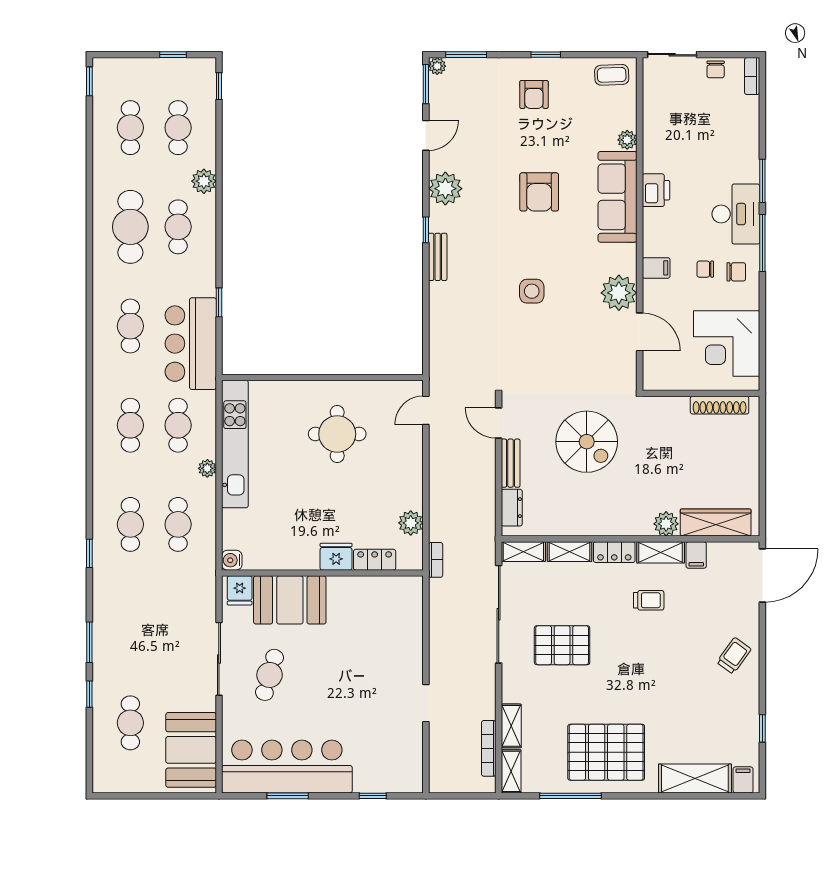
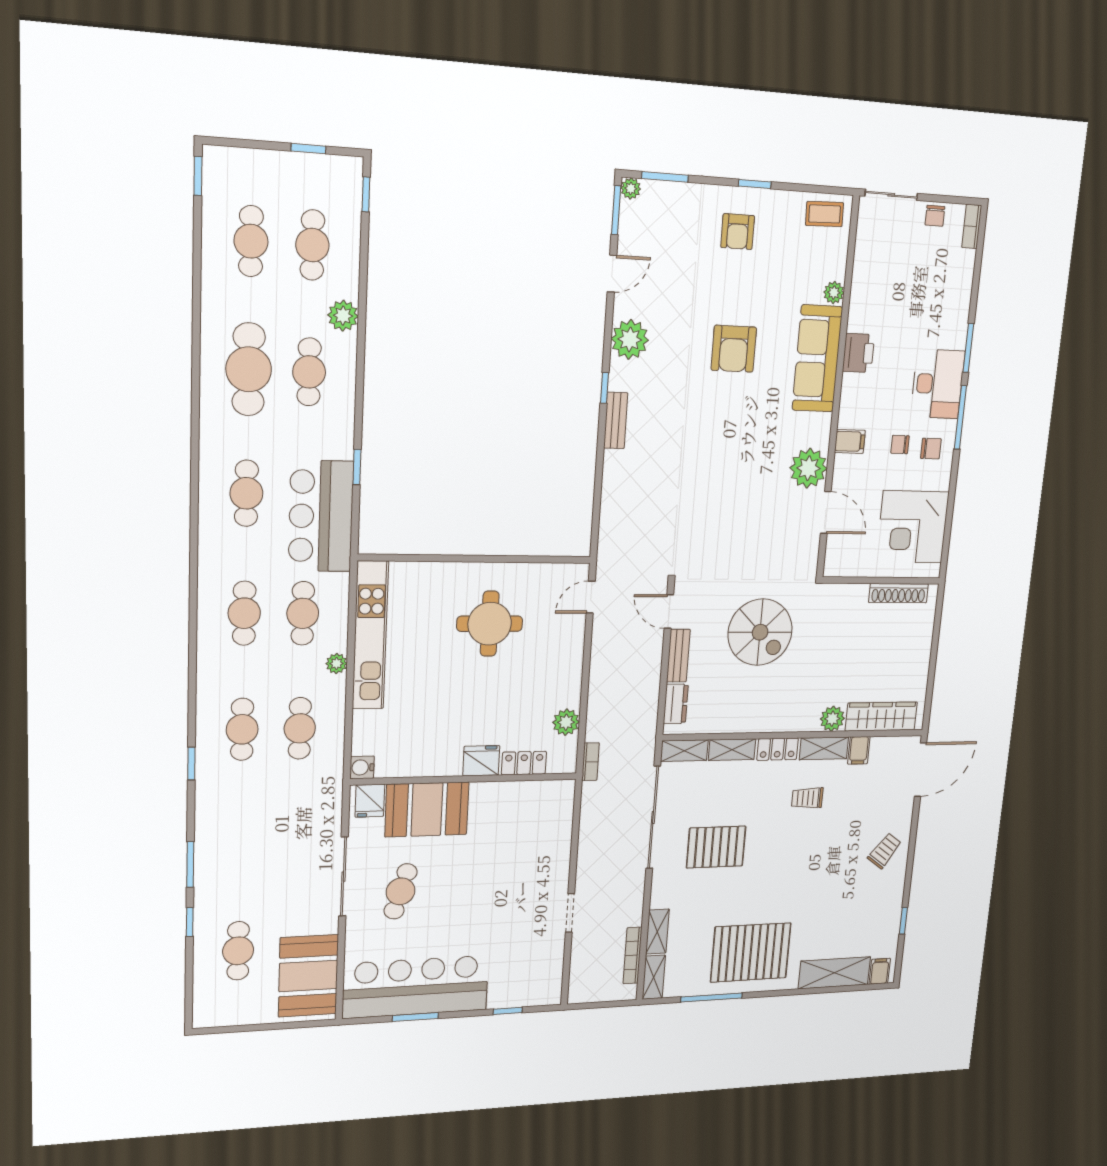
side table: (532, 291) -> (716, 464), removed
trolley: (649, 600) -> (807, 798), turned 180

